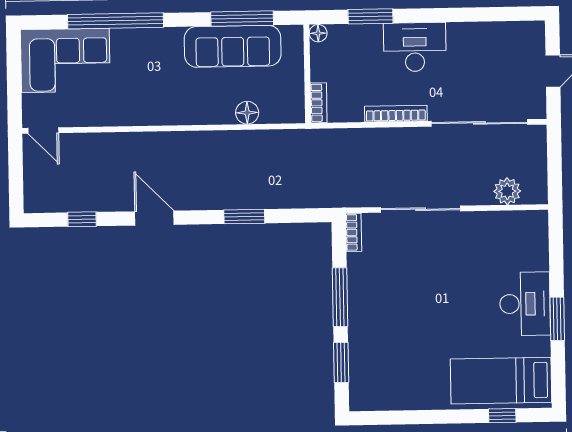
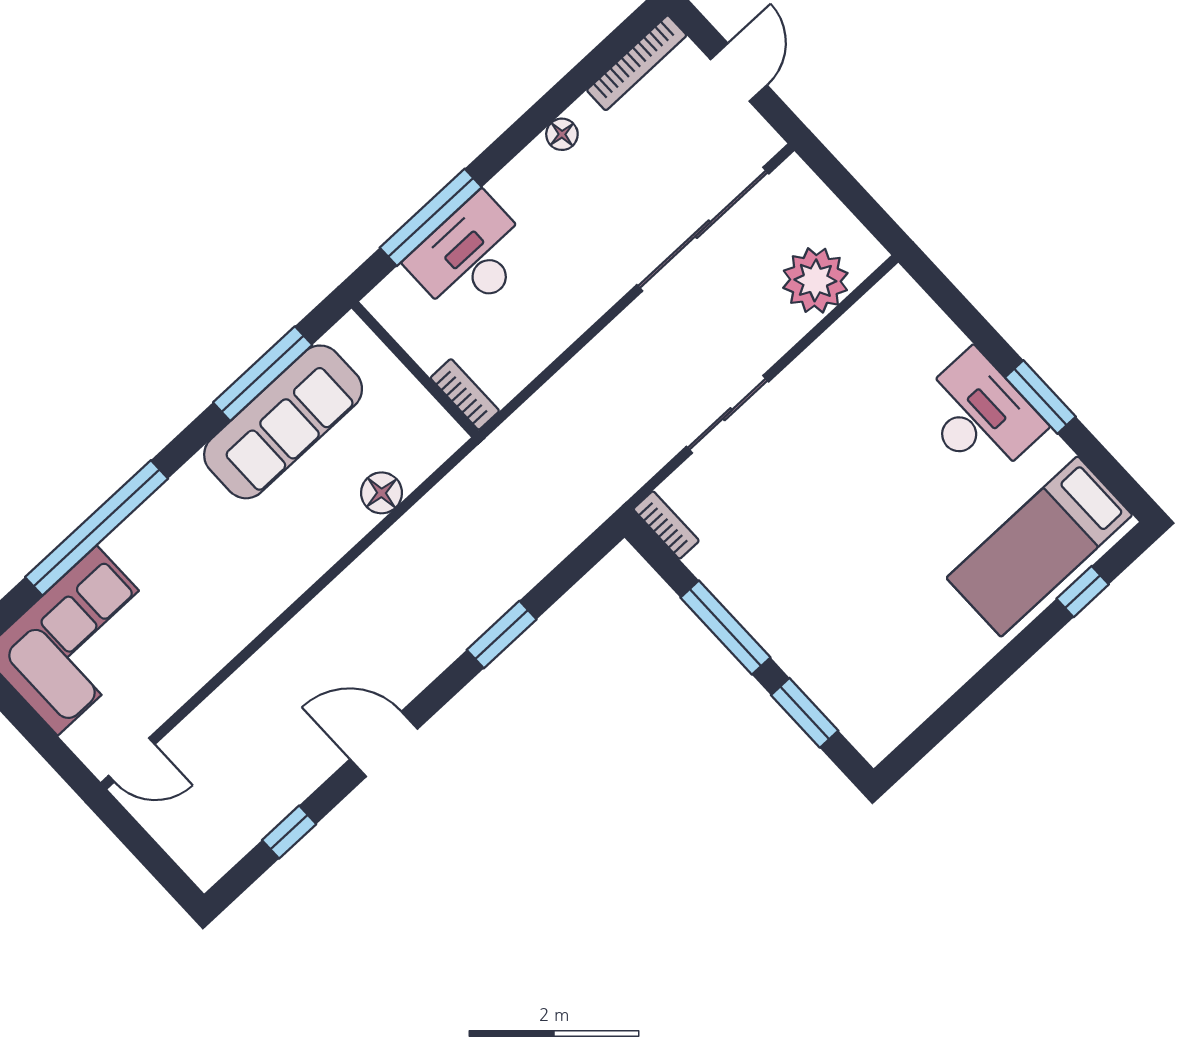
window: (371, 16) -> (431, 217), width x1.44
floor lamp: (318, 33) -> (562, 134), moved
desk: (415, 47) -> (471, 257), moved
bookcase: (396, 114) -> (637, 63), moved, turned 180
plant: (507, 191) -> (815, 280), width x1.36, depth x1.36
sliding door: (421, 209) -> (728, 414), width x0.73

